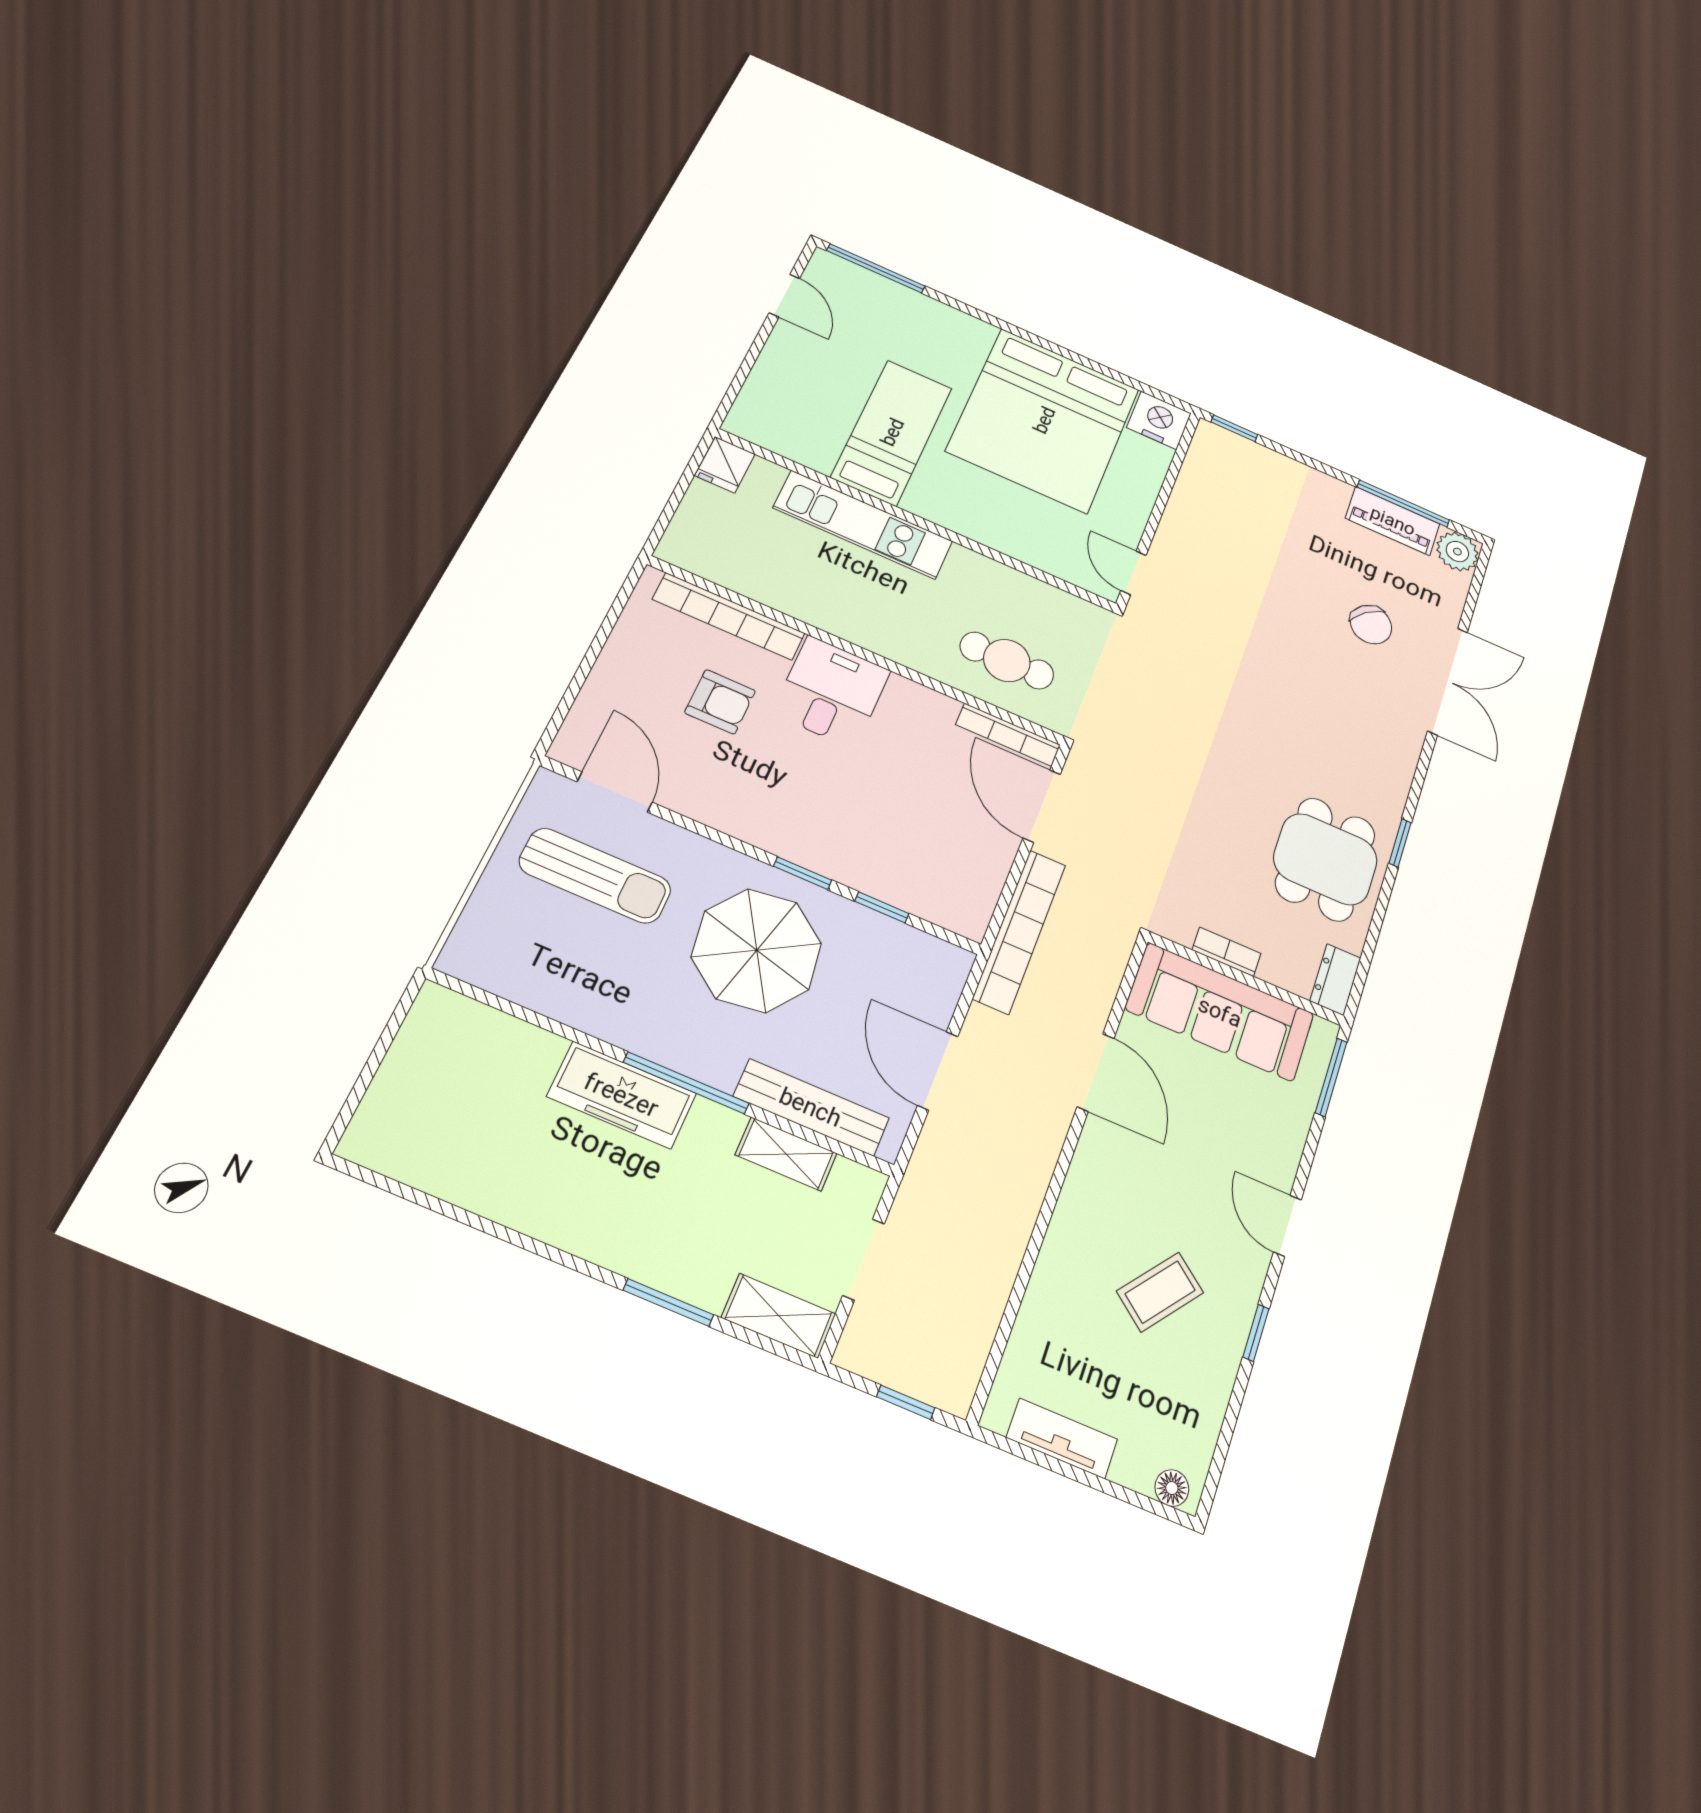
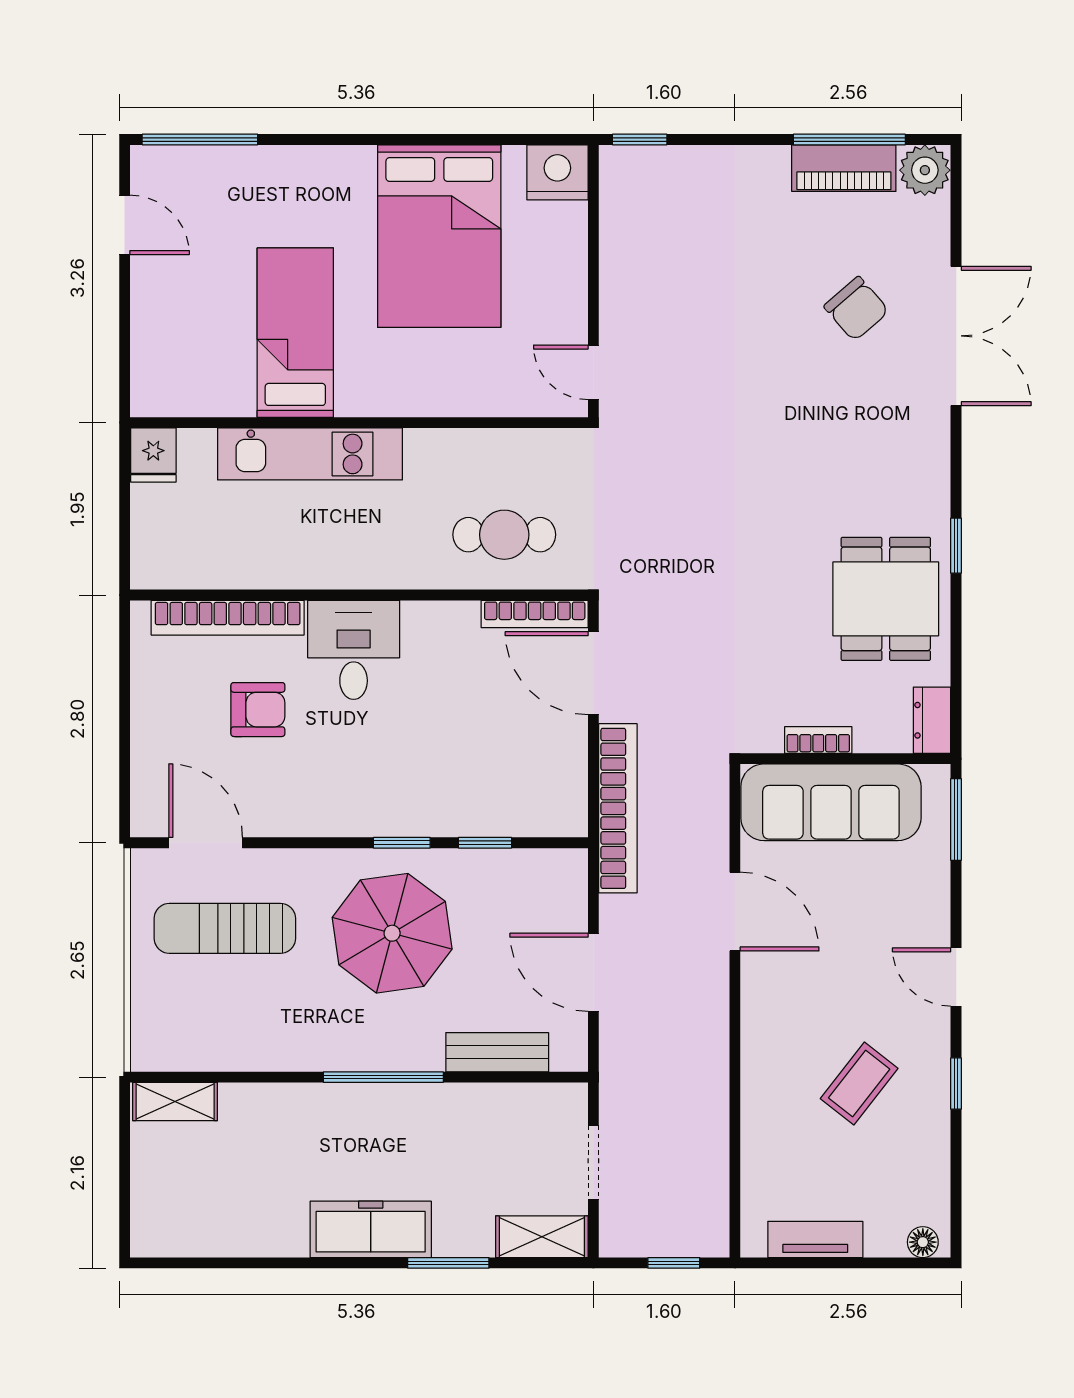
bed: (1044, 420) -> (439, 236), width x0.73
sun lounger: (595, 876) -> (225, 928), turned 180
freezer: (622, 1095) -> (371, 1229), moved, turned 180
bench: (811, 1107) -> (497, 1052), width x0.73
shelving: (786, 1154) -> (175, 1101), moved

